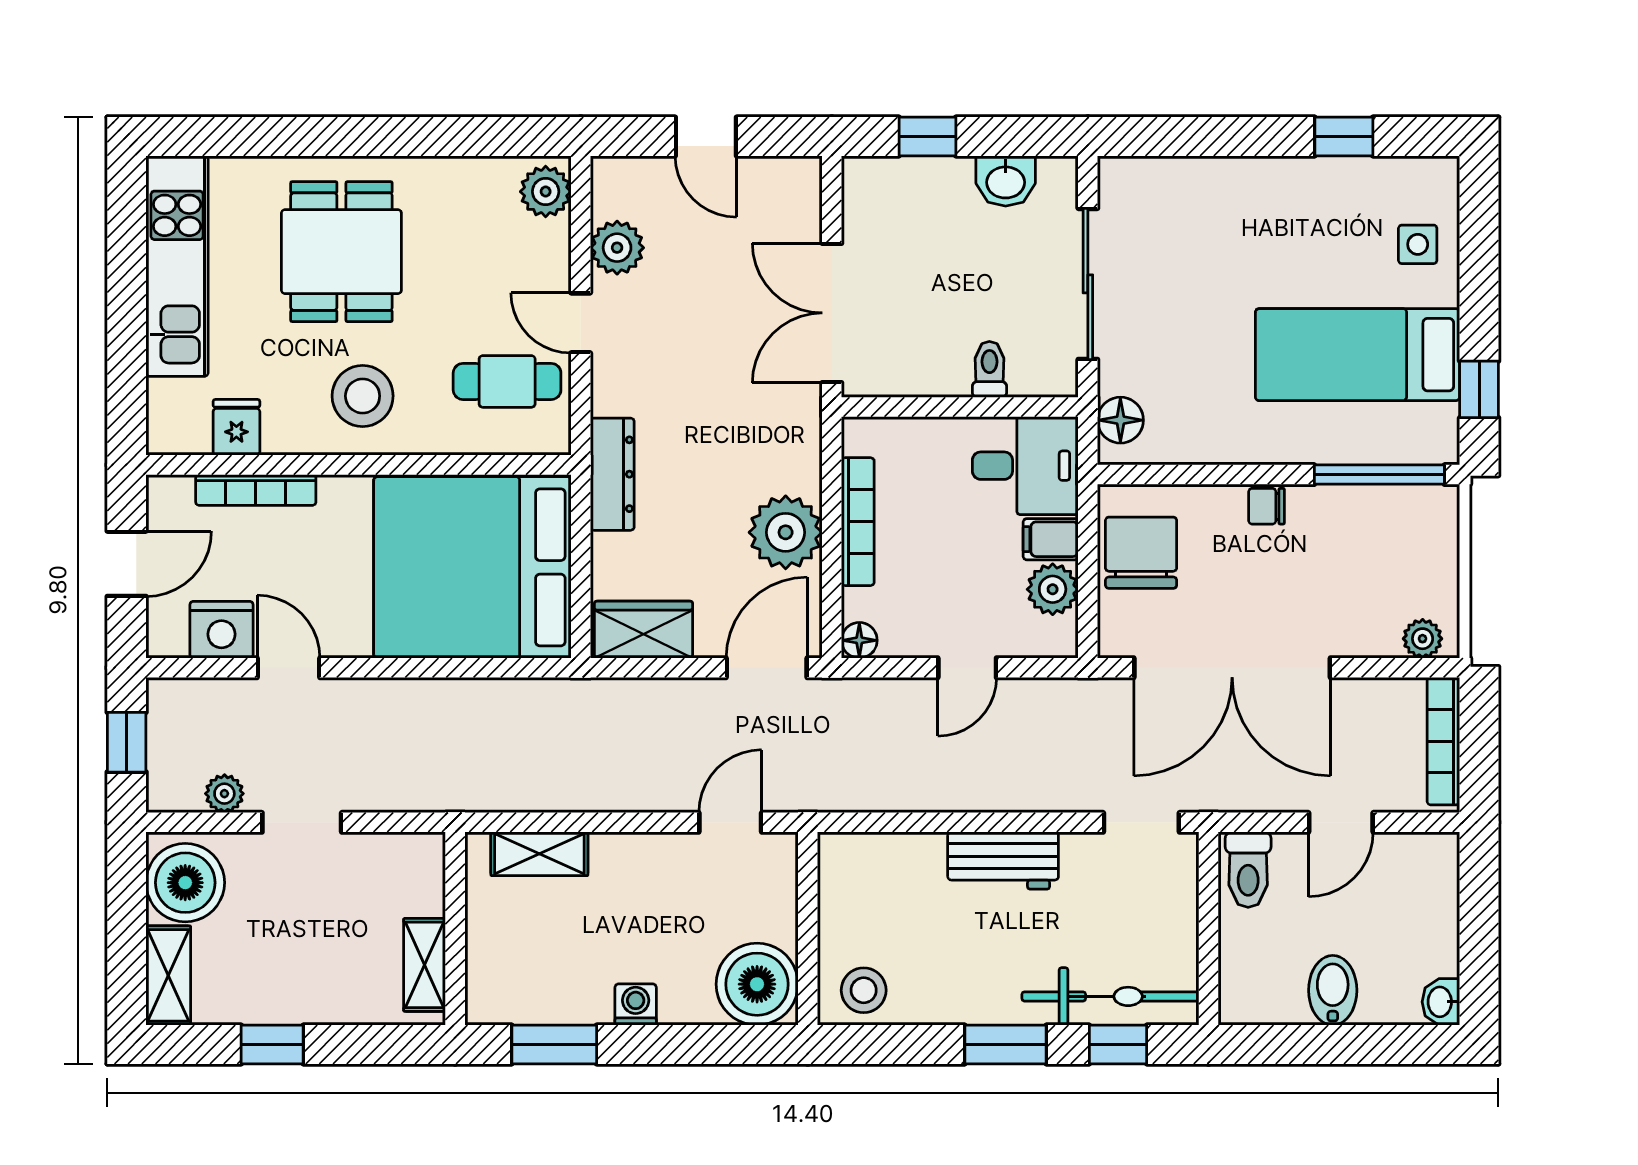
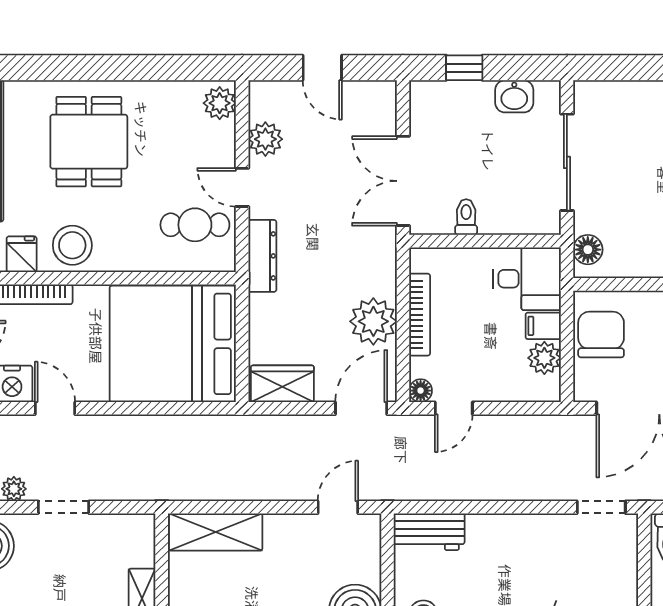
toilet: (989, 369) -> (466, 217), moved
stool: (363, 396) -> (72, 245), moved
dresser: (612, 474) -> (262, 256), moved
door: (967, 668) -> (454, 408), moved
shelving: (539, 854) -> (216, 532), width x1.50, depth x1.33
workbench: (1003, 861) -> (429, 532), moved

